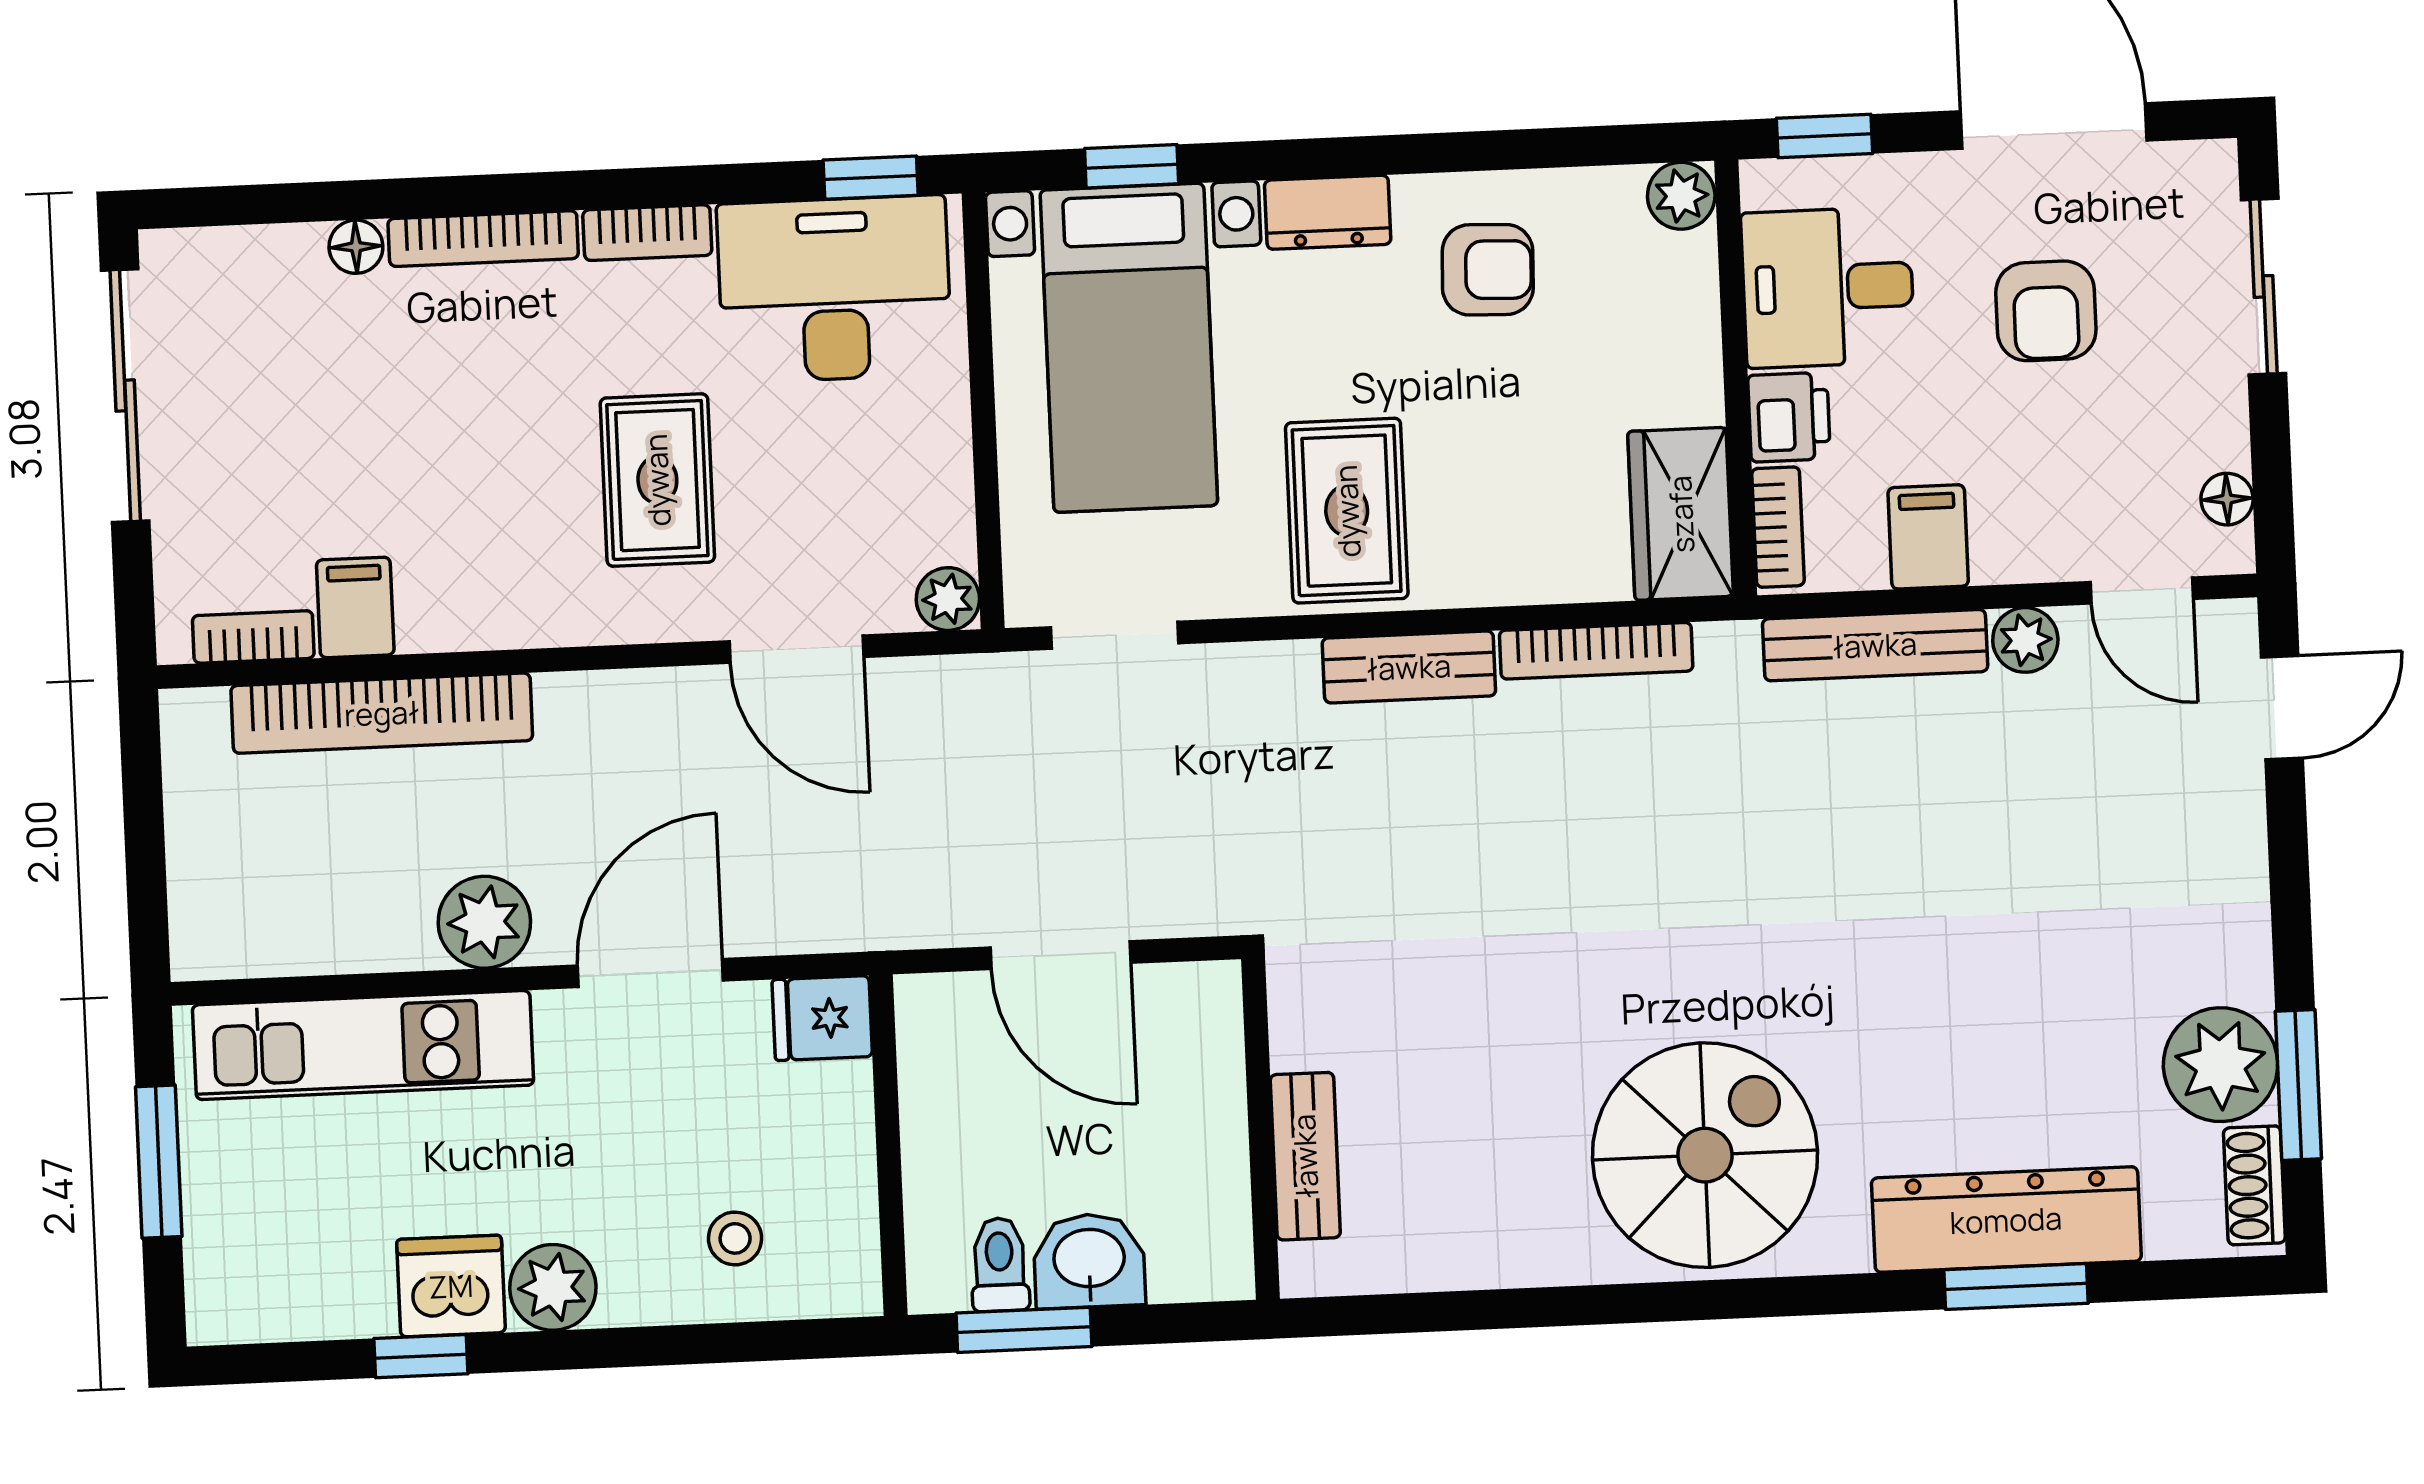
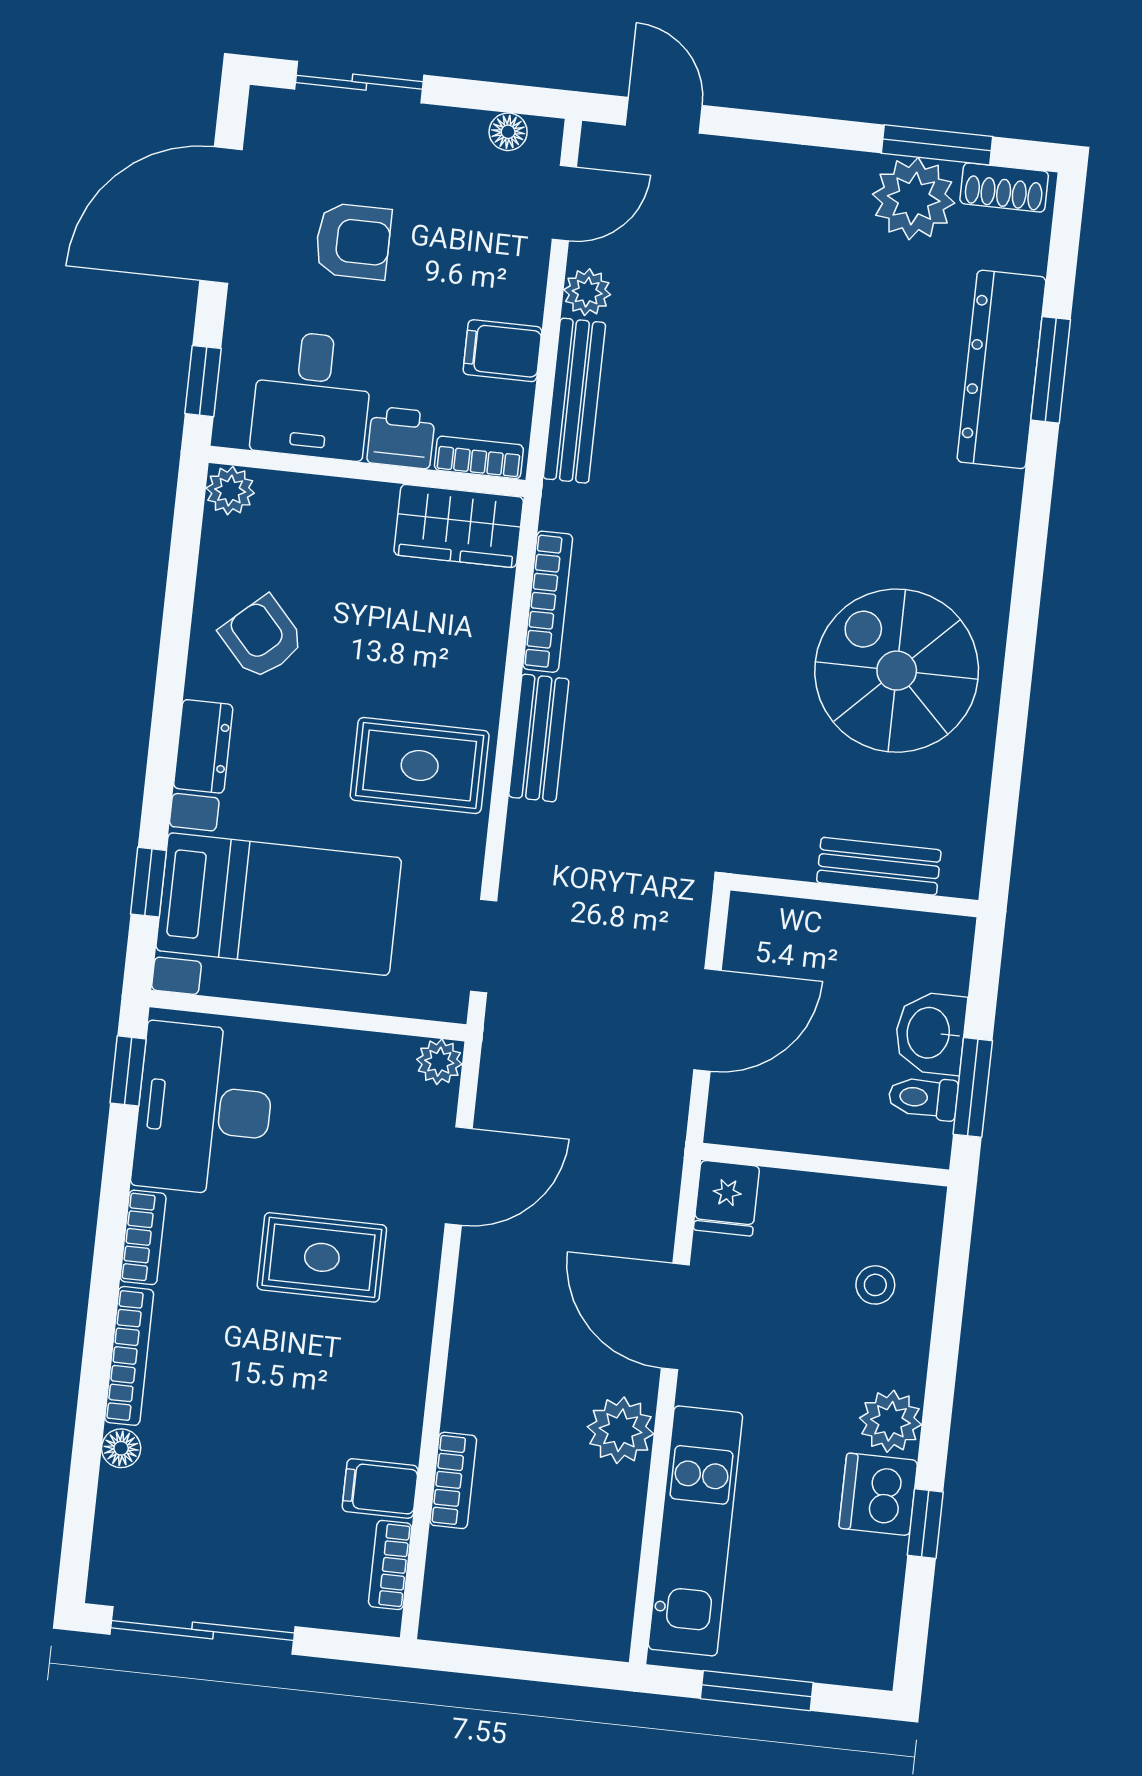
armchair: (1488, 270) -> (262, 638), turned -44
bookcase: (382, 713) -> (453, 1480), width x0.43, depth x0.76
spiral stairs: (1705, 1155) -> (897, 671), moved

